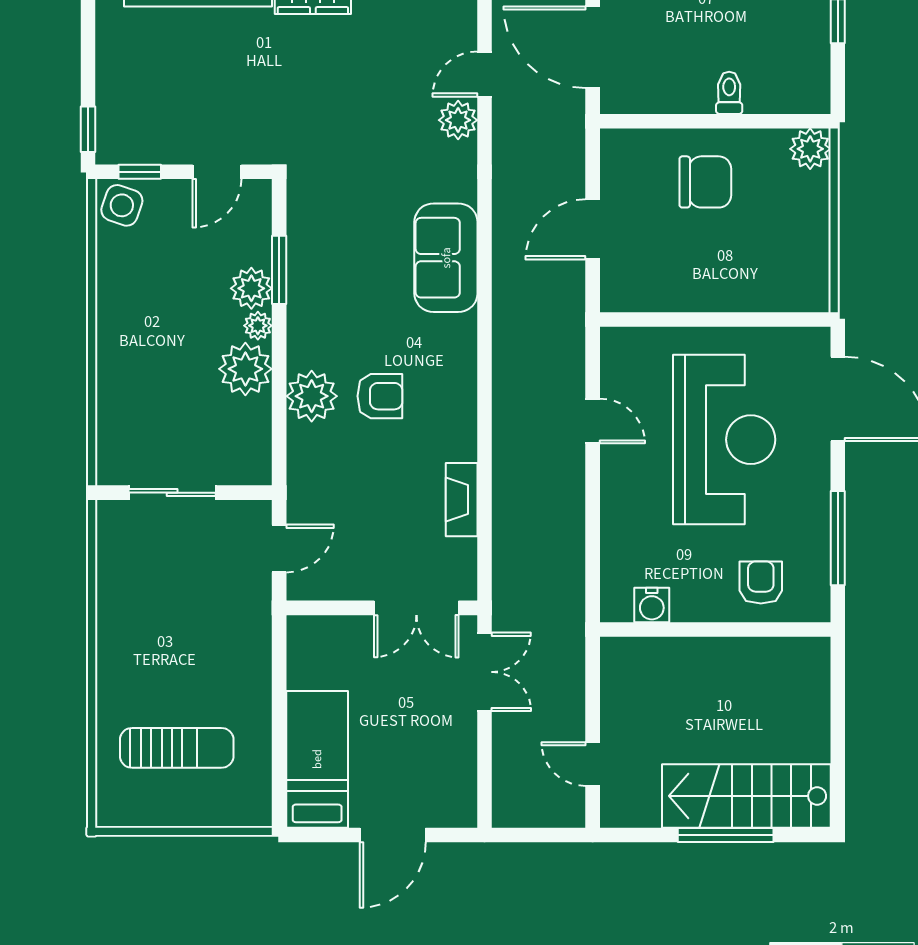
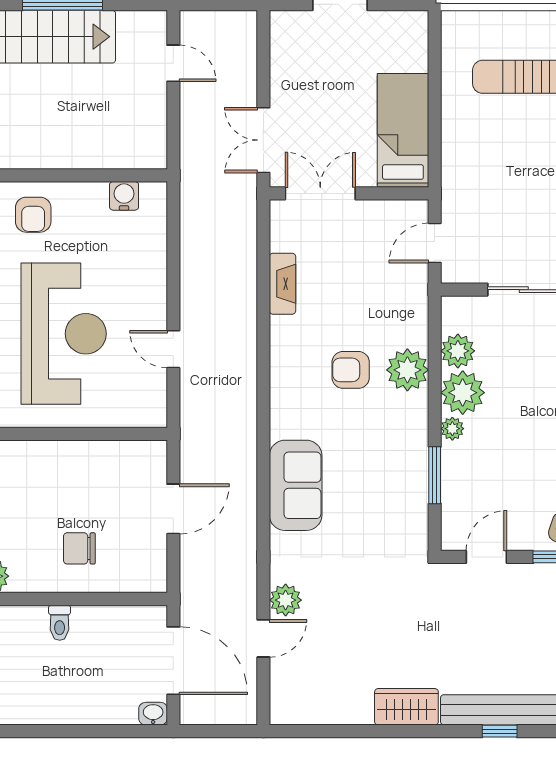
chair: (705, 182) -> (79, 548), width x0.73, depth x0.73
plant: (251, 288) -> (458, 351), moved
reception desk: (724, 440) -> (64, 334), turned 180
bed: (317, 759) -> (403, 130), moved, turned 180

